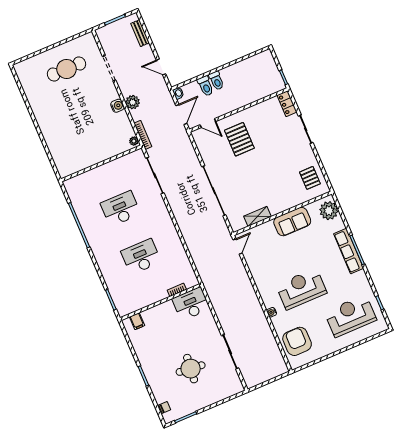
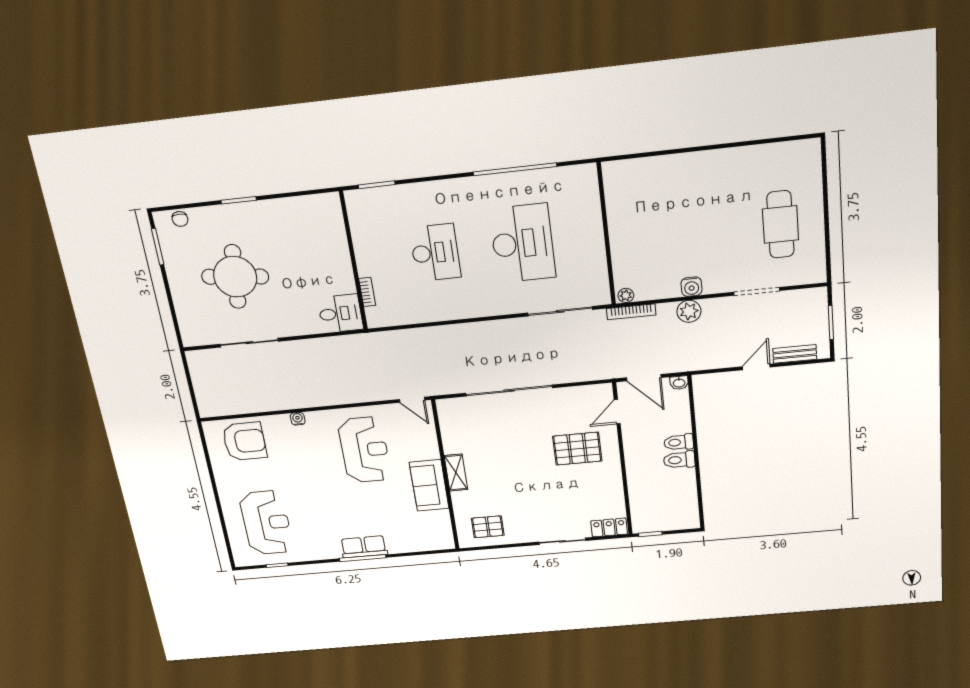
door: (161, 67) -> (756, 367), moved
toilet: (206, 86) -> (679, 460), moved
desk: (121, 209) -> (523, 243), width x1.36, depth x1.30
plant: (329, 211) -> (431, 538), removed
shelving: (258, 216) -> (456, 473), moved
row of seats: (349, 251) -> (364, 547), width x0.68
reception desk: (301, 289) -> (365, 450), moved
desk: (191, 304) -> (340, 313), width x0.73
filing cabinet: (137, 321) -> (331, 216), removed
round table: (191, 369) -> (235, 277), width x1.36, depth x1.36

